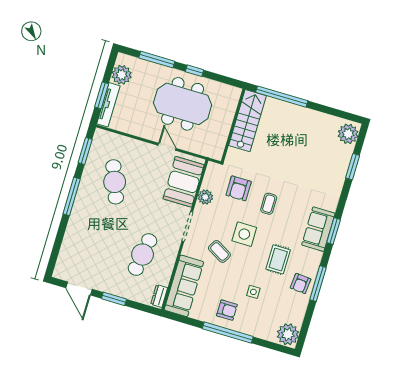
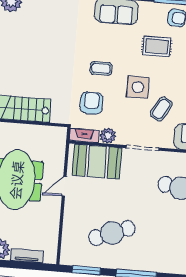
window: (102, 95) -> (25, 265), removed
tv unit: (108, 105) -> (27, 256), width x0.71
fireplace: (210, 175) -> (84, 136), added
armchair: (239, 188) -> (92, 103), turned -90

